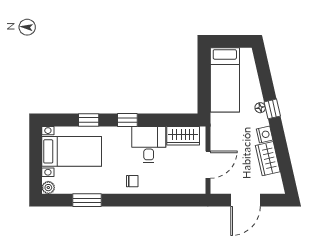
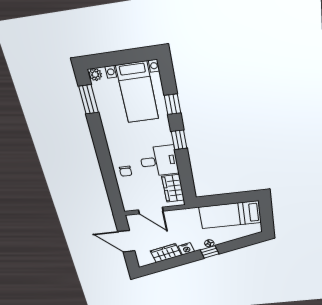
chair: (132, 181) -> (126, 171), moved
window: (87, 200) -> (89, 99), moved

